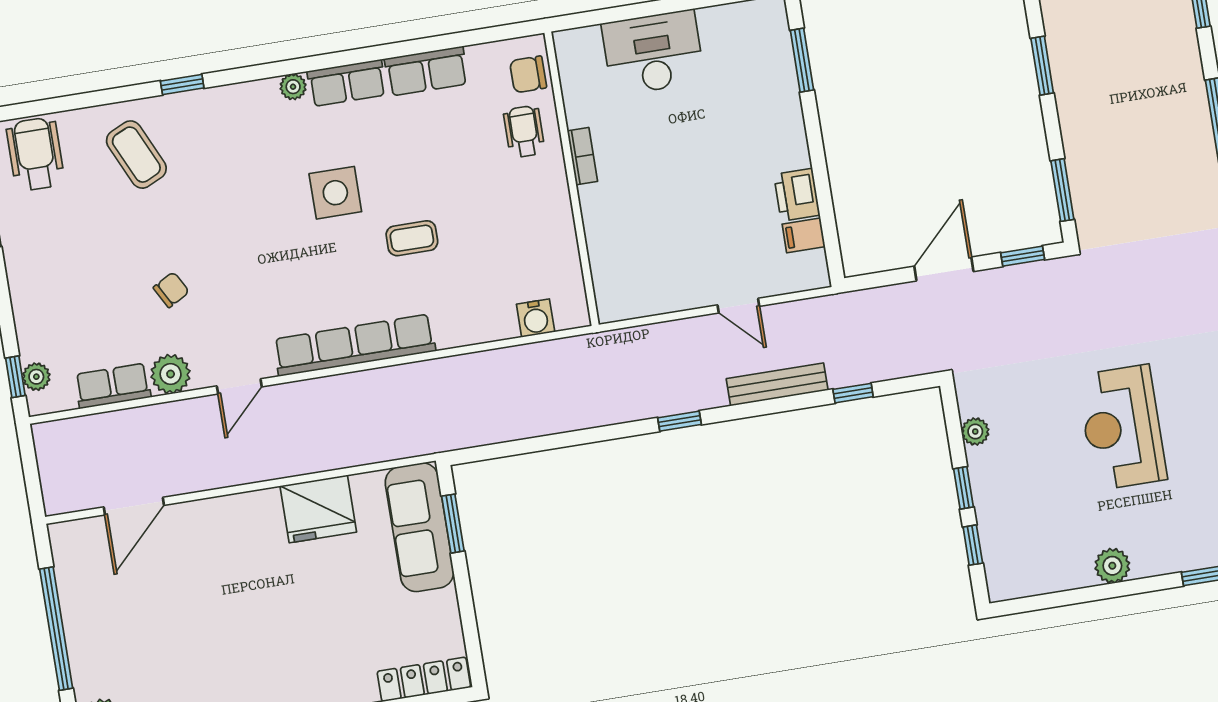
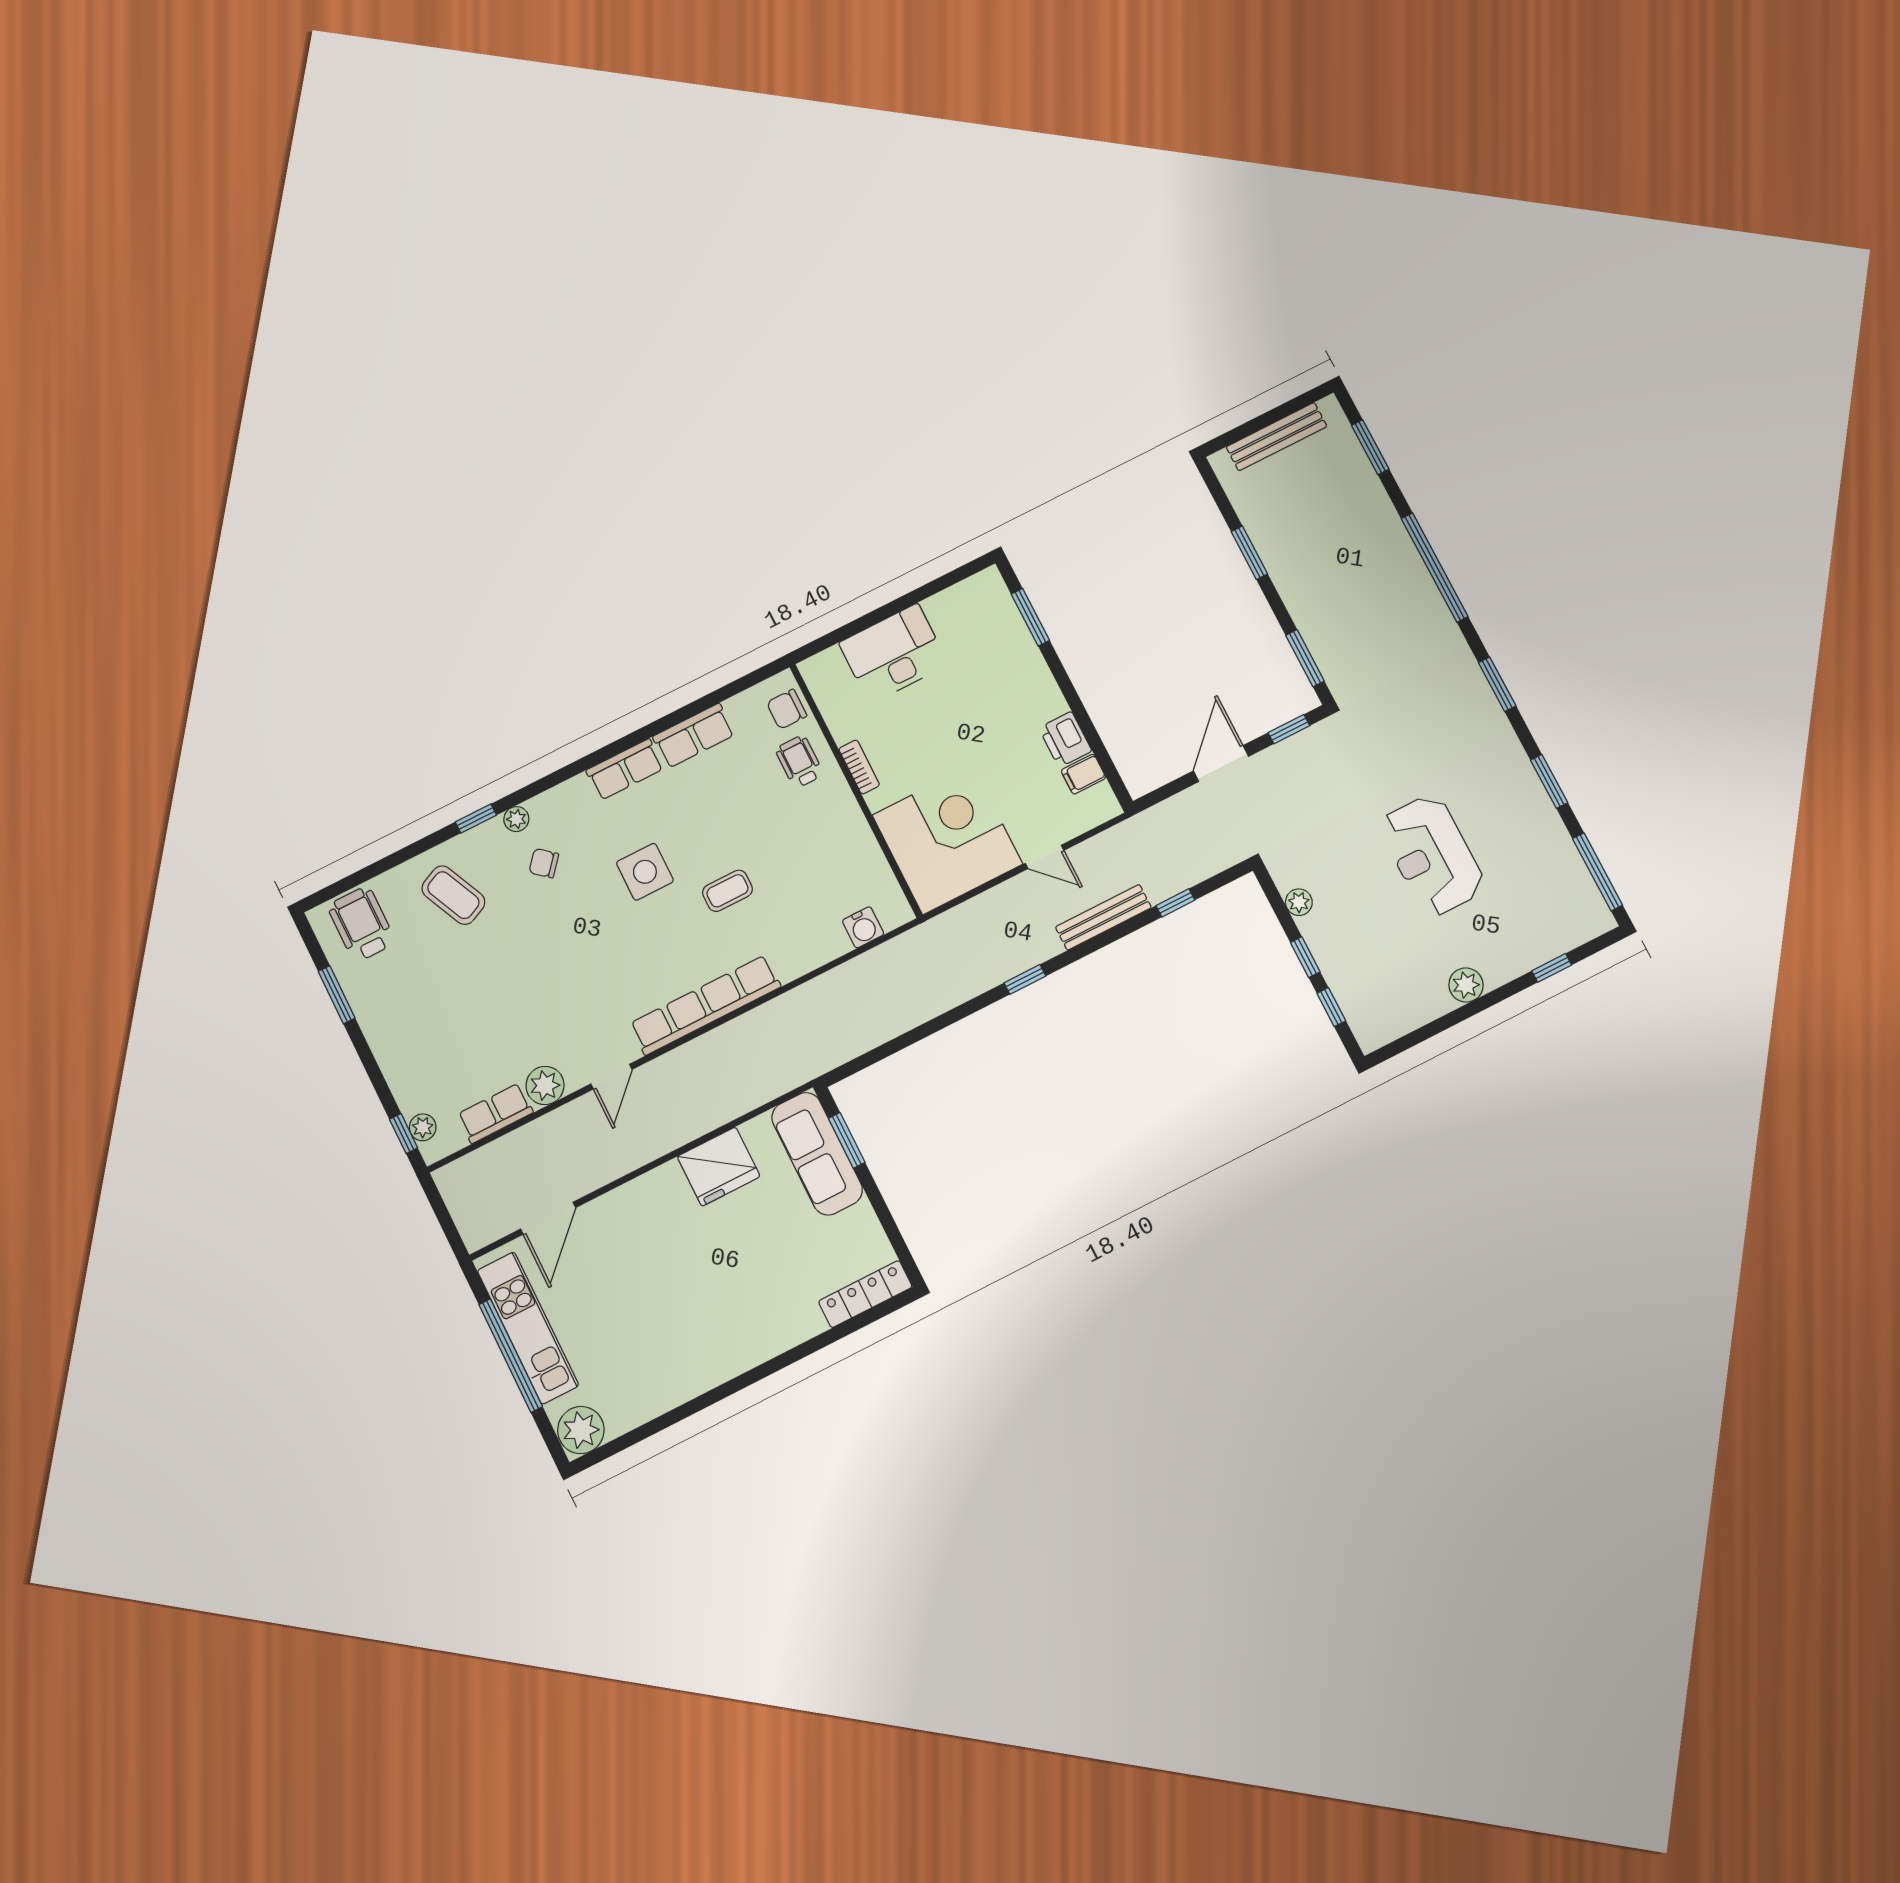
plant: (293, 87) -> (516, 819), moved
corner desk: (647, 257) -> (947, 840), added
chair: (171, 290) -> (544, 863), moved, turned -111
kitchen unit: (81, 607) -> (528, 1328), added

